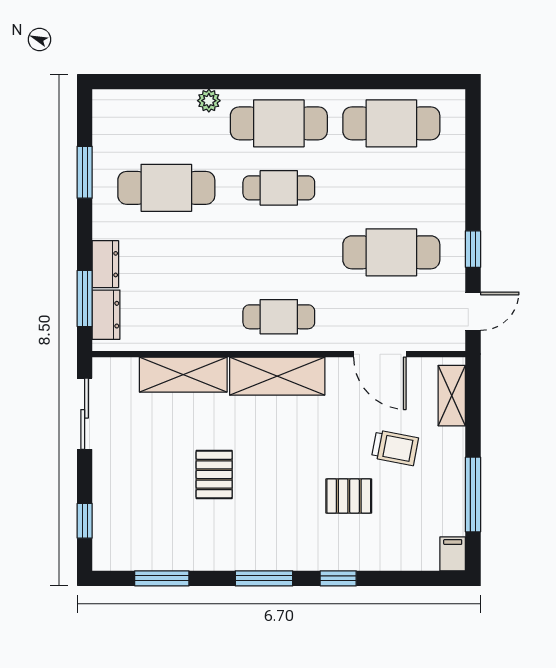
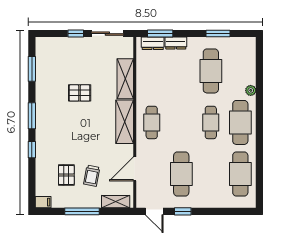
window: (473, 495) -> (82, 211), moved
pallet: (349, 496) -> (66, 175), moved
window: (85, 521) -> (76, 34), moved

